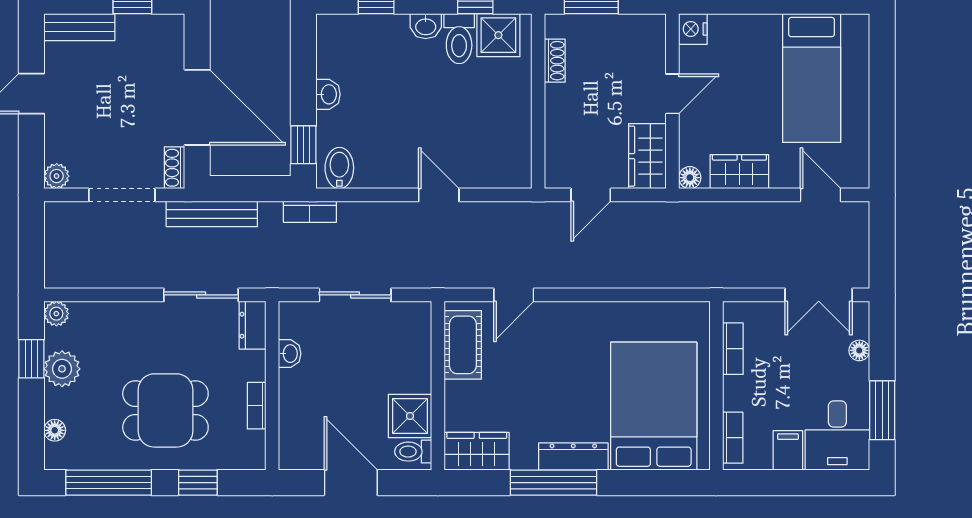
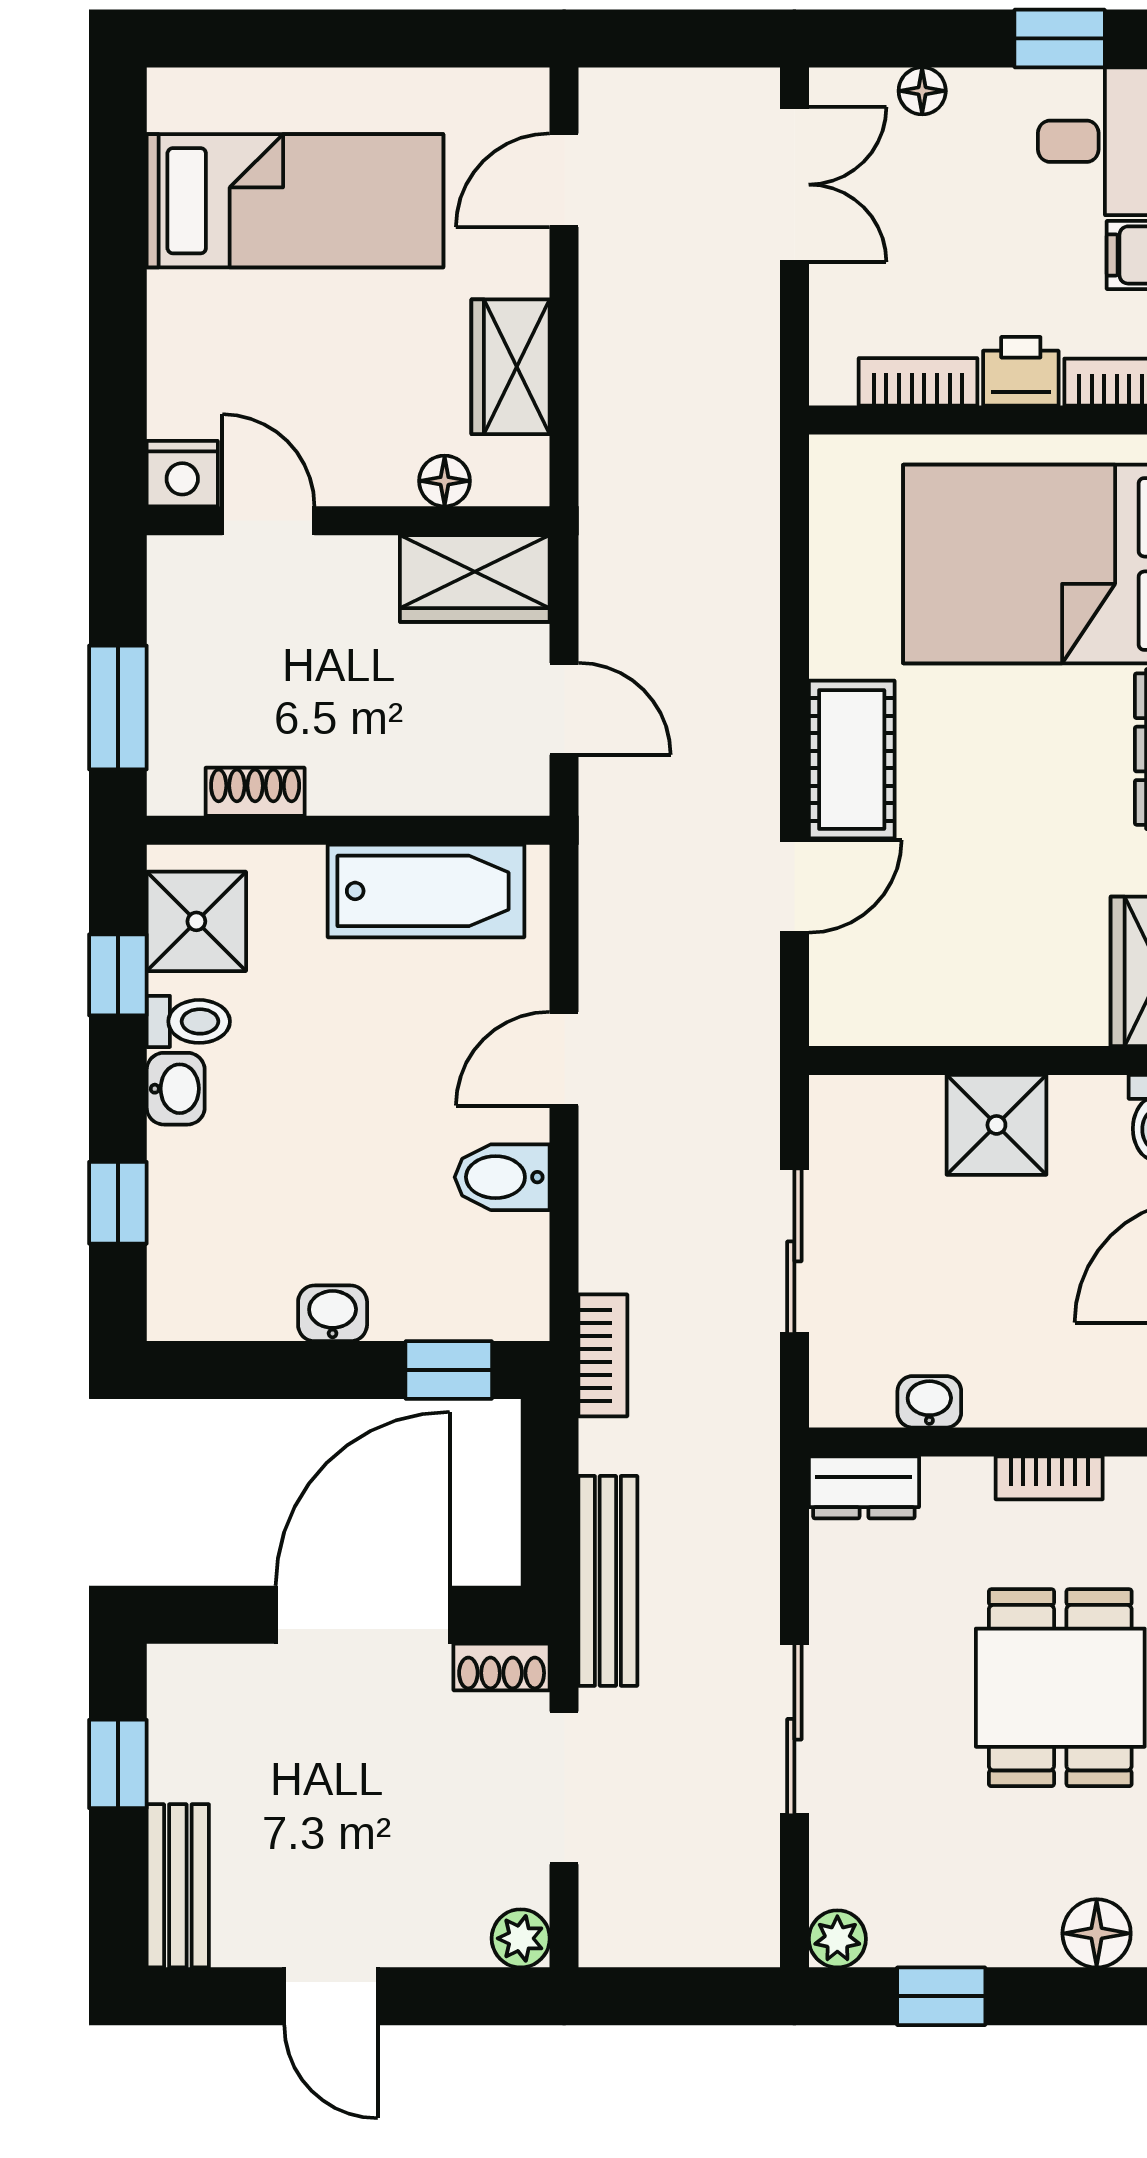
toilet: (459, 39) -> (188, 1021), width x0.73, depth x0.72
door: (672, 94) -> (268, 521), moved
bathtub: (512, 135) -> (426, 891), added
bidet: (339, 168) -> (502, 1177), moved
floor lamp: (690, 178) -> (445, 481), moved
sliding door: (201, 295) -> (794, 1729), moved
door: (514, 295) -> (794, 886), hinge flipped
cot: (463, 345) -> (852, 759), moved, turned 90
plant: (62, 369) -> (964, 1926), removed
printer: (737, 393) -> (1021, 371), added
window: (882, 410) -> (1060, 38), width x0.67
shower: (410, 416) -> (996, 1125), moved
floor lamp: (55, 430) -> (1097, 1933), width x1.37, depth x1.37

